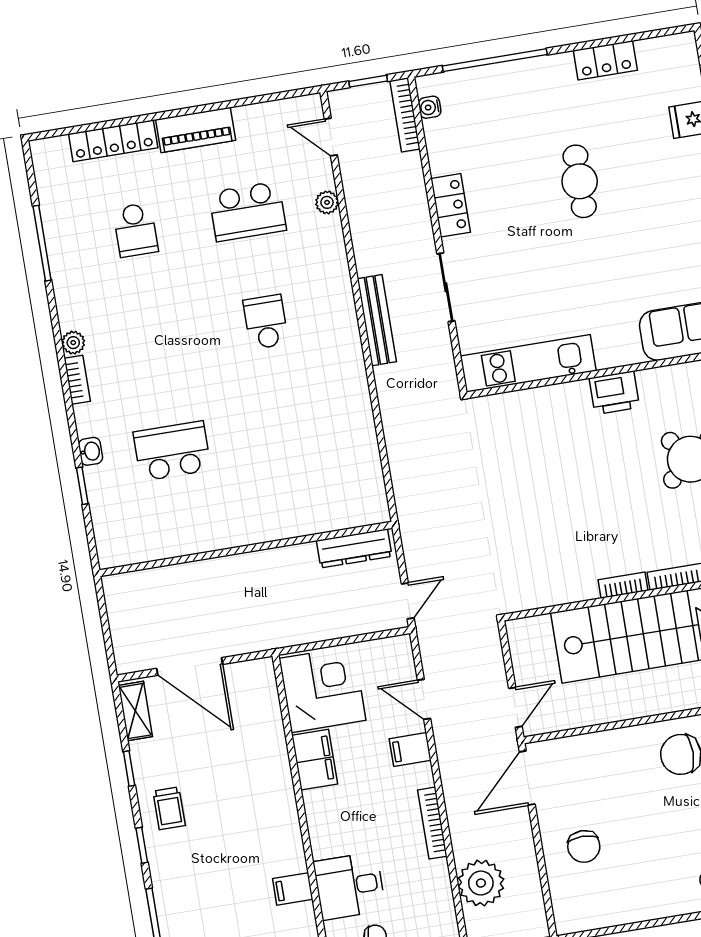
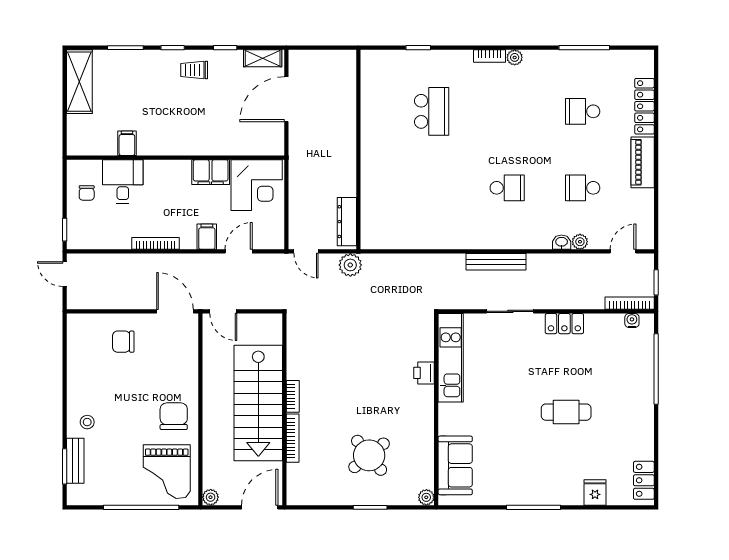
locker: (605, 60) -> (644, 480), moved
school desk: (248, 211) -> (583, 188), width x0.54
printer: (614, 393) -> (424, 373), moved, width x0.73, depth x0.81
washbasin: (90, 451) -> (562, 242), moved, turned 180
plant: (481, 883) -> (350, 265), moved, width x0.73, depth x0.73

